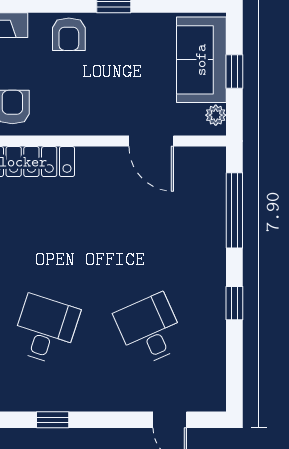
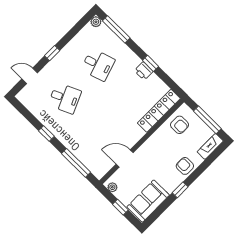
sofa: (201, 60) -> (148, 201), moved, turned -90
desk: (45, 330) -> (98, 65), turned -36
window: (53, 420) -> (52, 53), moved

